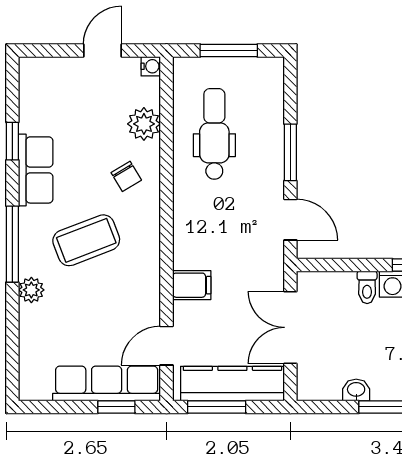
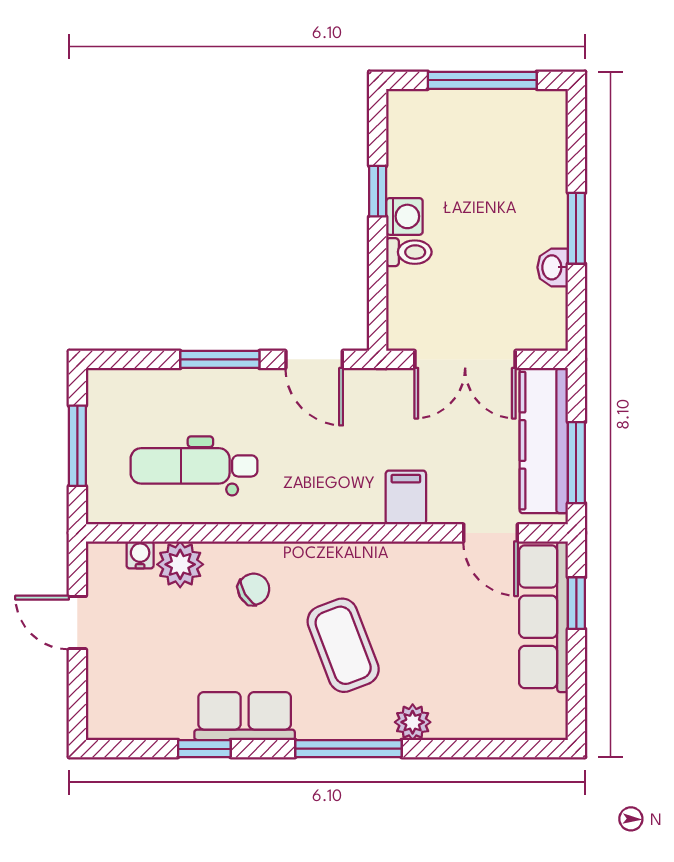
water cooler: (151, 66) -> (140, 555), moved
door: (290, 220) -> (314, 359), swing flipped

